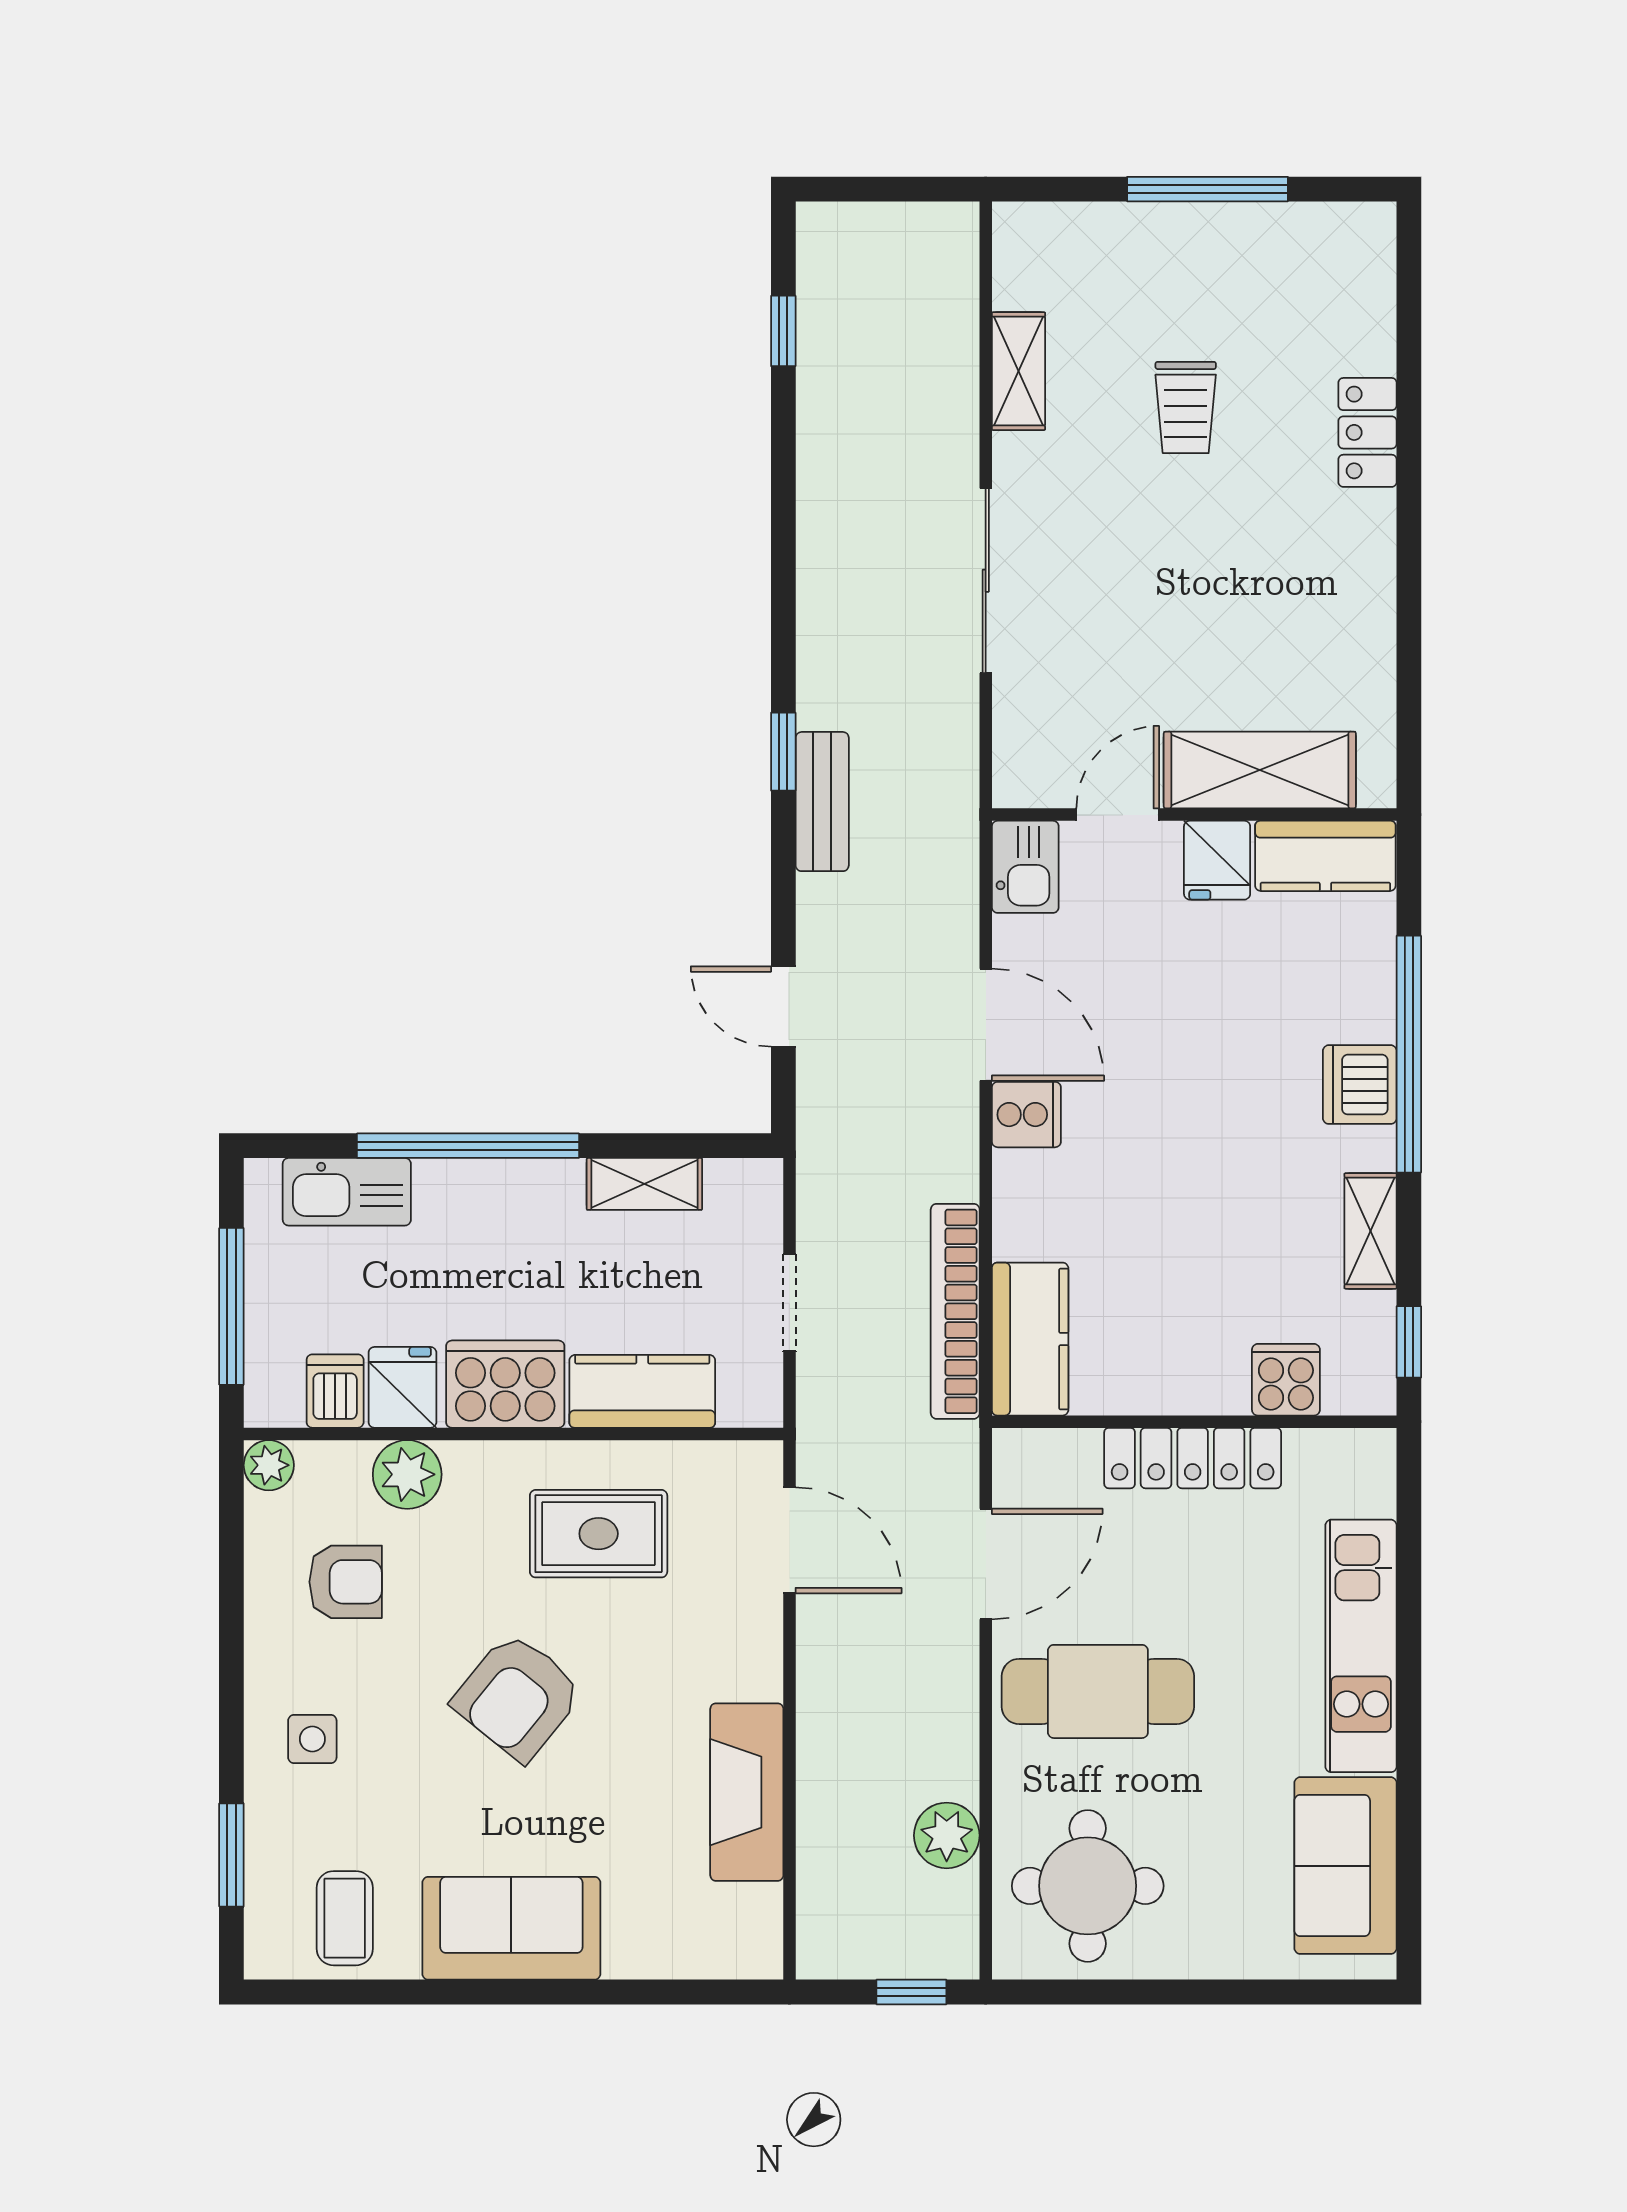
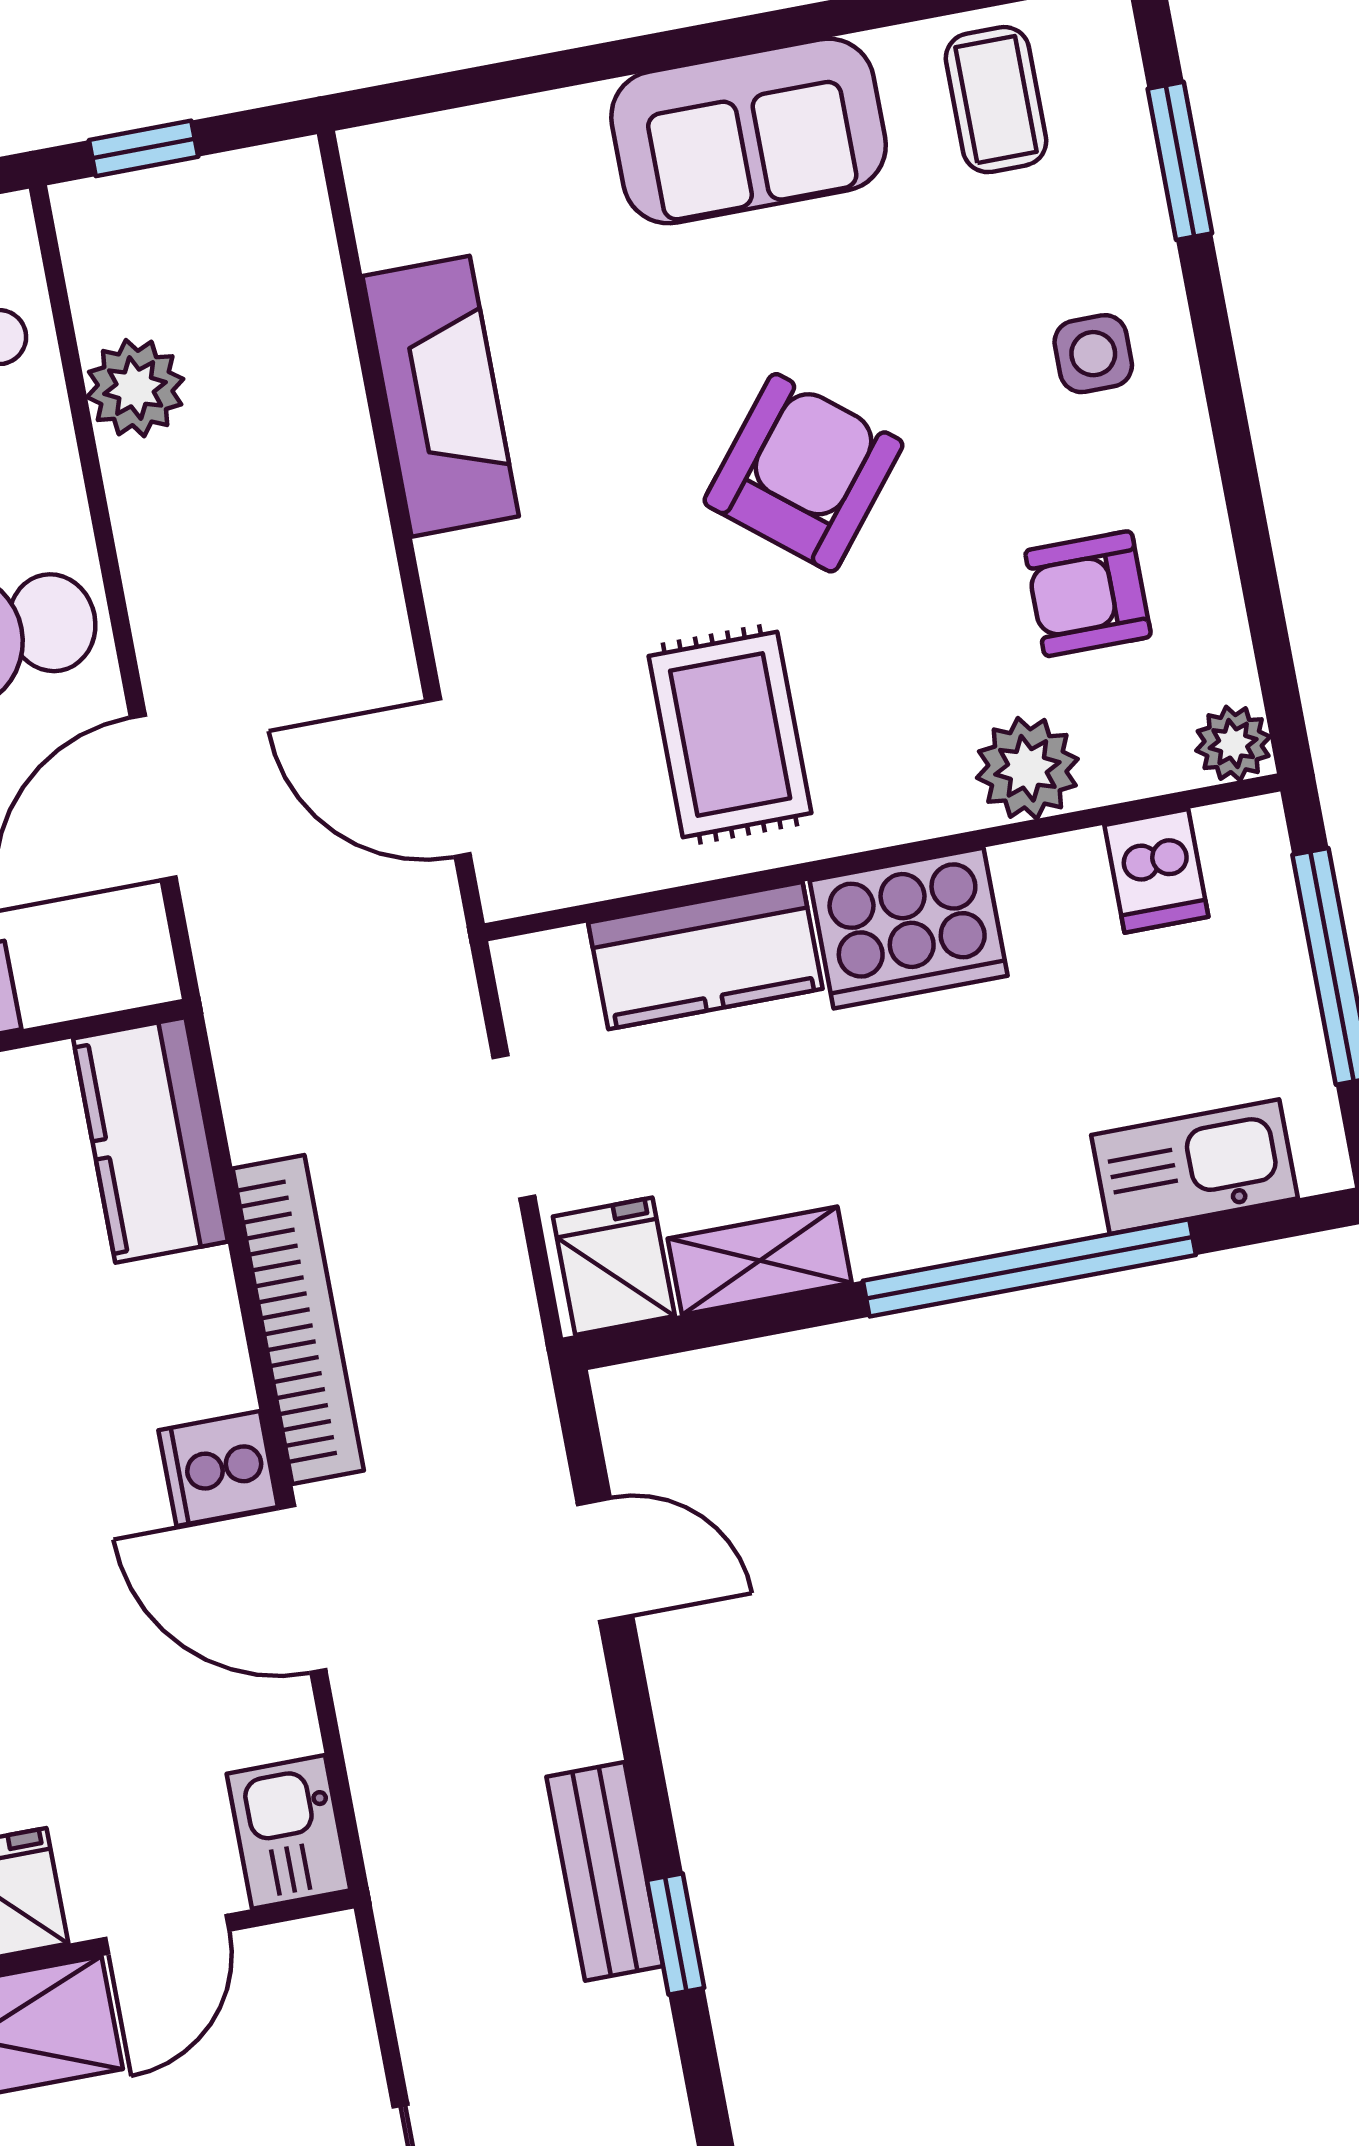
bookcase: (955, 1311) -> (298, 1320), moved
fridge: (402, 1387) -> (614, 1266), moved, turned 180
rug: (599, 1534) -> (730, 734), turned 90

